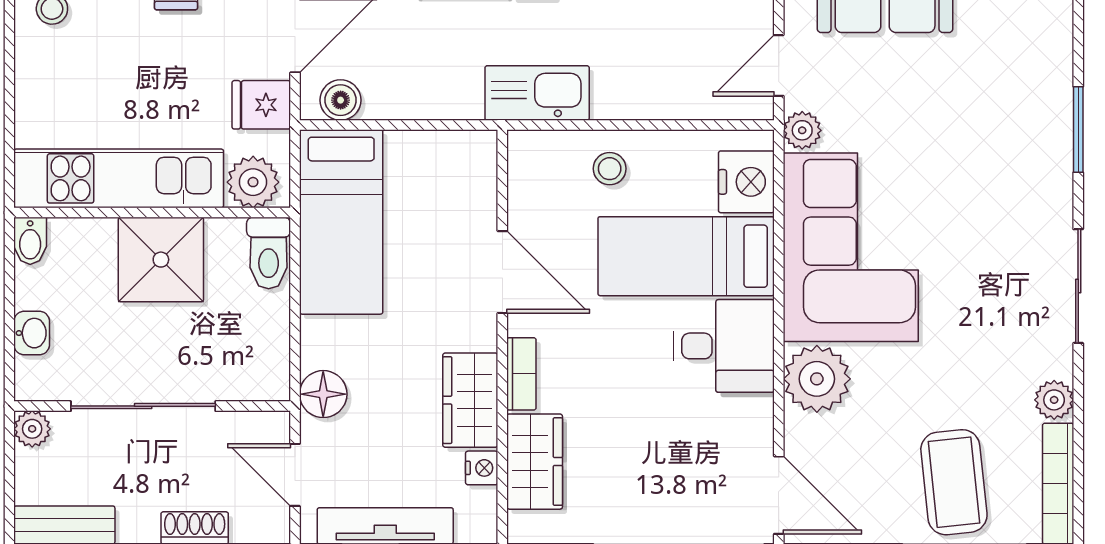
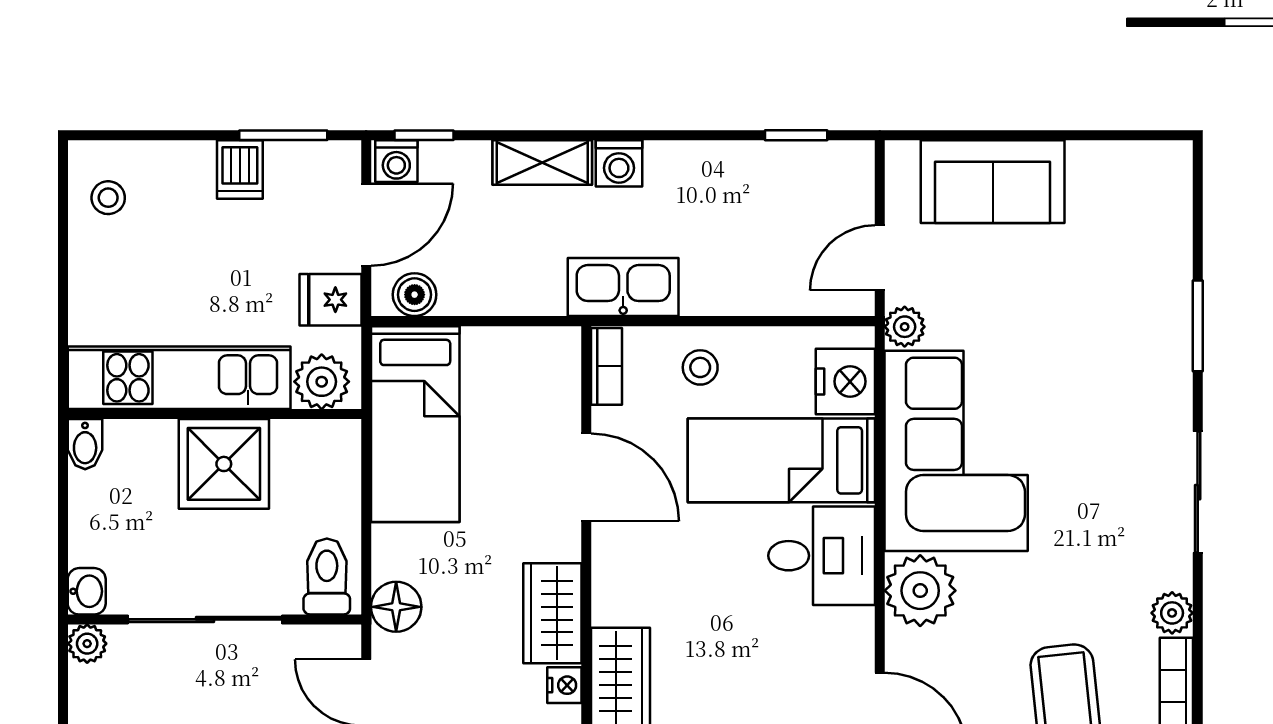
toilet: (269, 253) -> (327, 576), moved, turned 180
washbasin: (32, 333) -> (87, 591), moved
bookcase: (521, 374) -> (607, 366), moved

